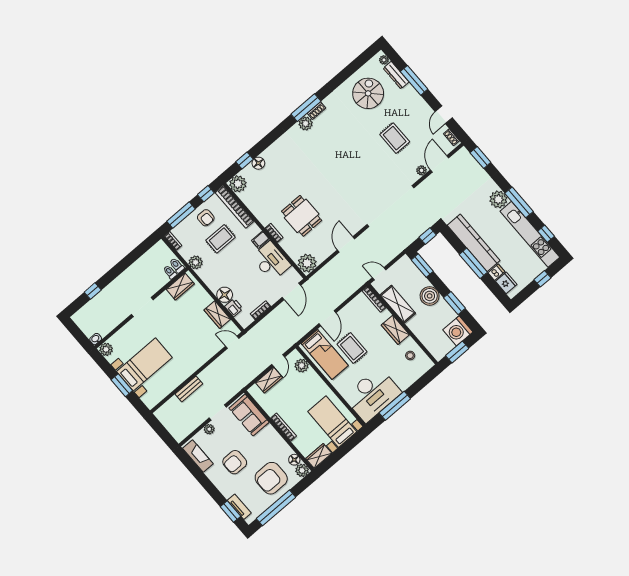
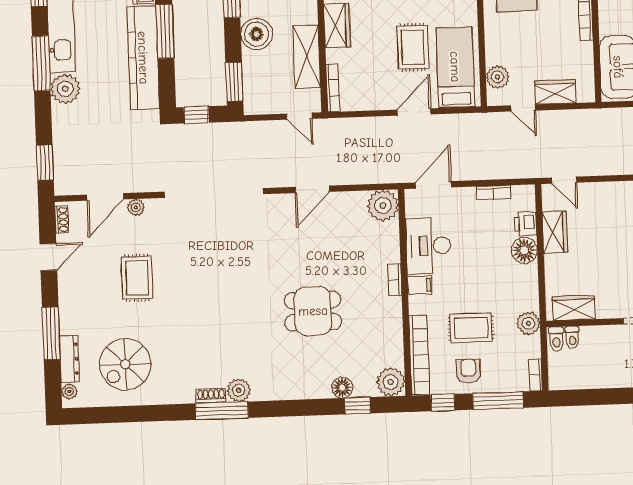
dining table: (302, 216) -> (313, 311), moved, turned 90
door: (278, 361) -> (523, 108), swing flipped

